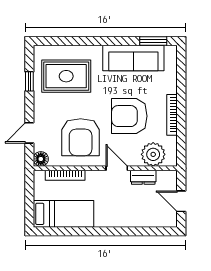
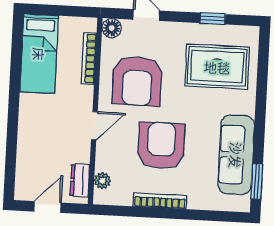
rug: (66, 76) -> (217, 67), turned 90
armchair: (81, 137) -> (137, 81), turned -90
plant: (153, 154) -> (102, 181), width x0.53, depth x0.53
dresser: (143, 177) -> (80, 180), moved

